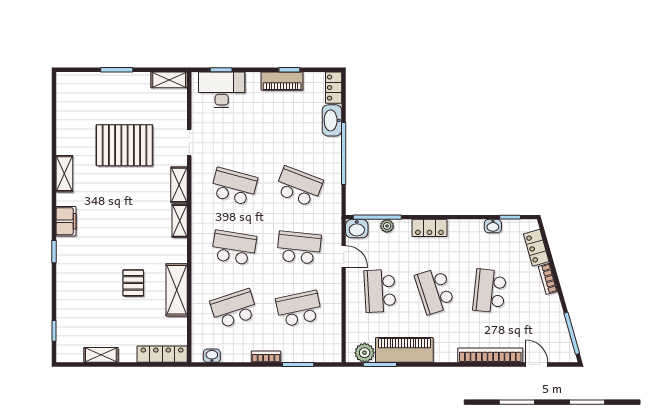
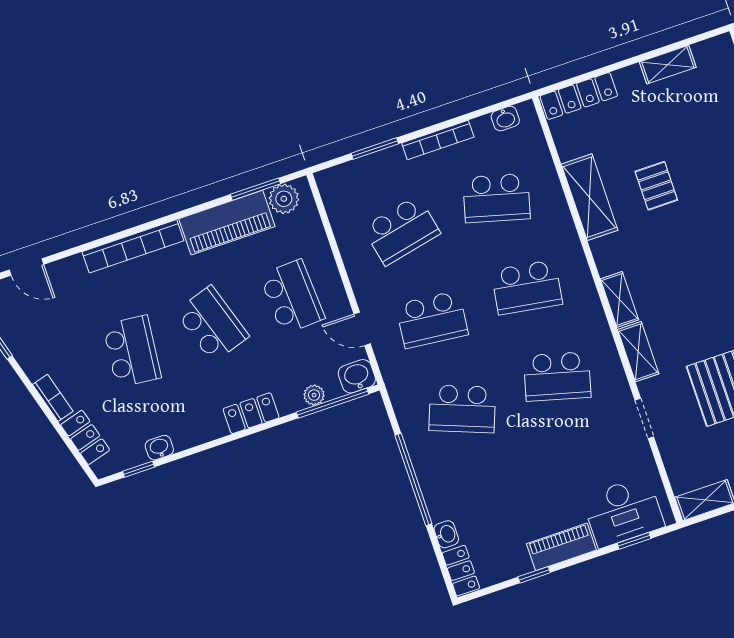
piano: (282, 81) -> (561, 547), moved
washbasin: (332, 120) -> (446, 534), width x0.52, depth x0.69
school desk: (234, 309) -> (496, 198), turned 33
bookcase: (490, 355) -> (133, 246), moved
bookcase: (266, 357) -> (438, 140), width x1.56

